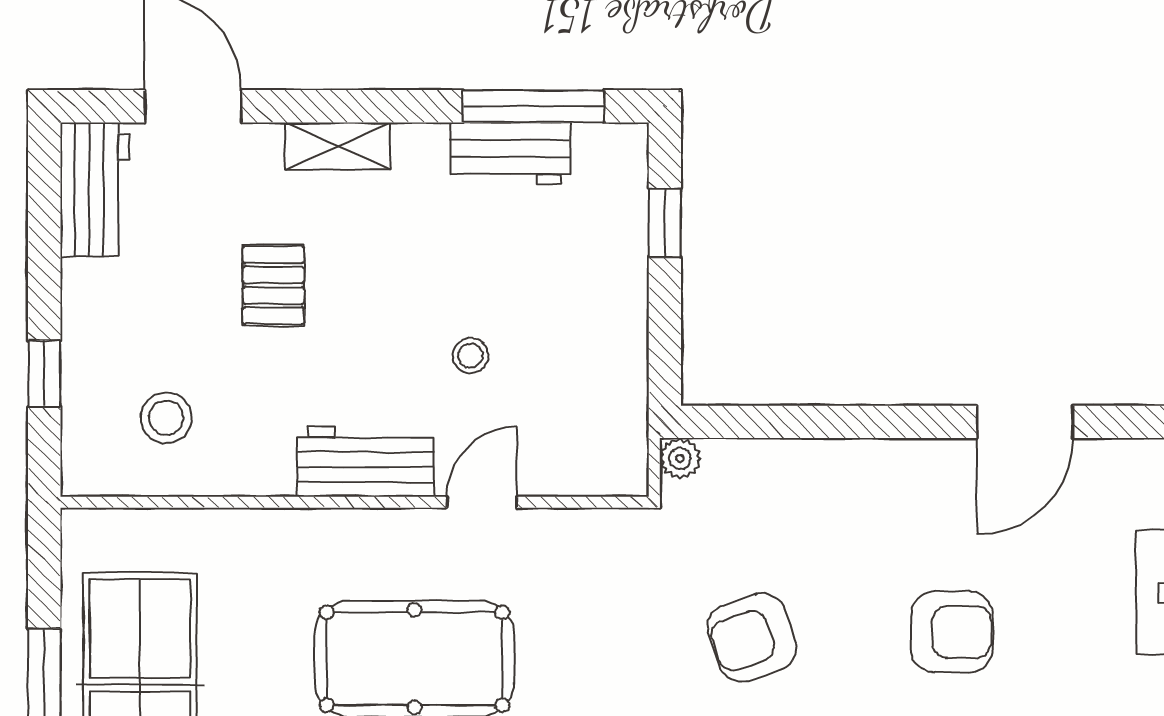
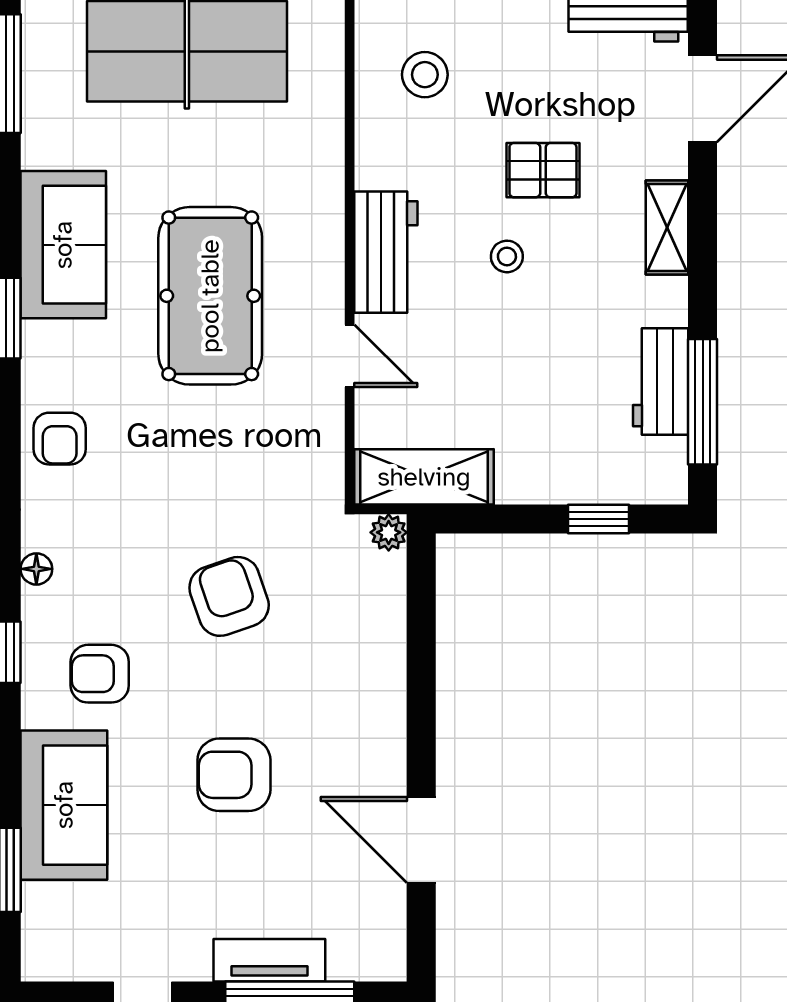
stool: (470, 356) -> (507, 256), moved
shelving: (618, 419) -> (424, 477), added
armchair: (952, 632) -> (234, 775), turned 90

